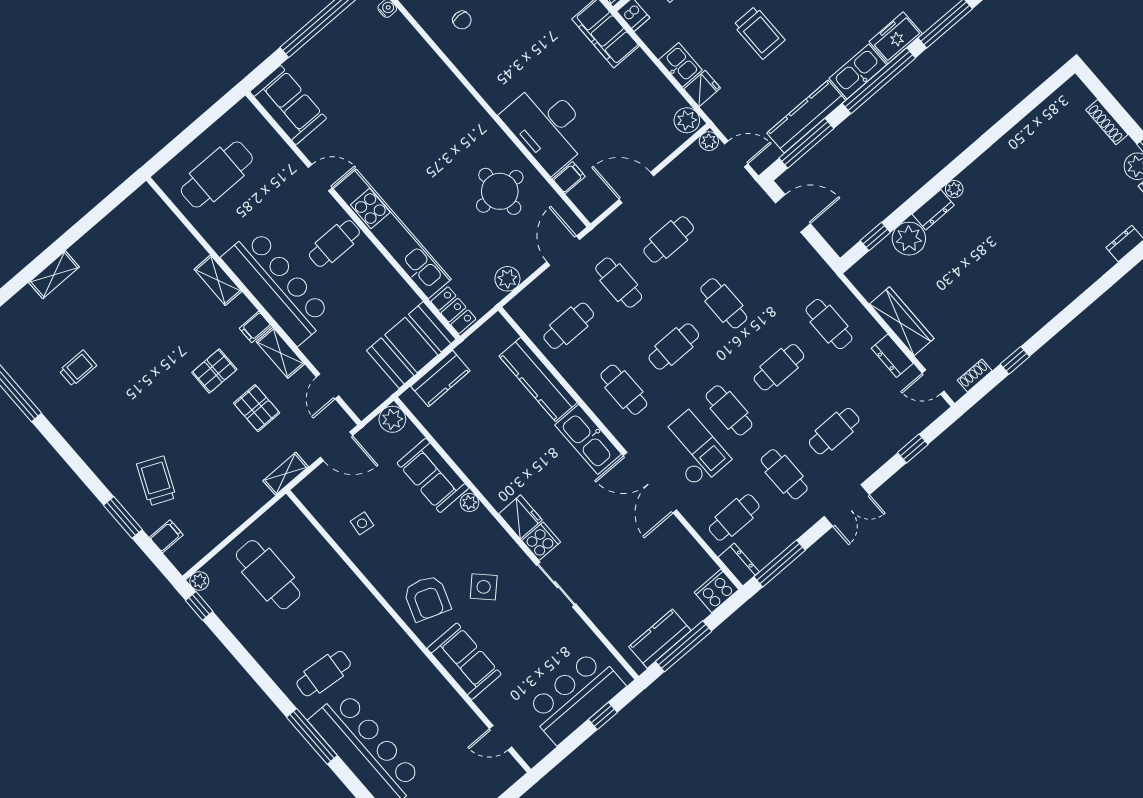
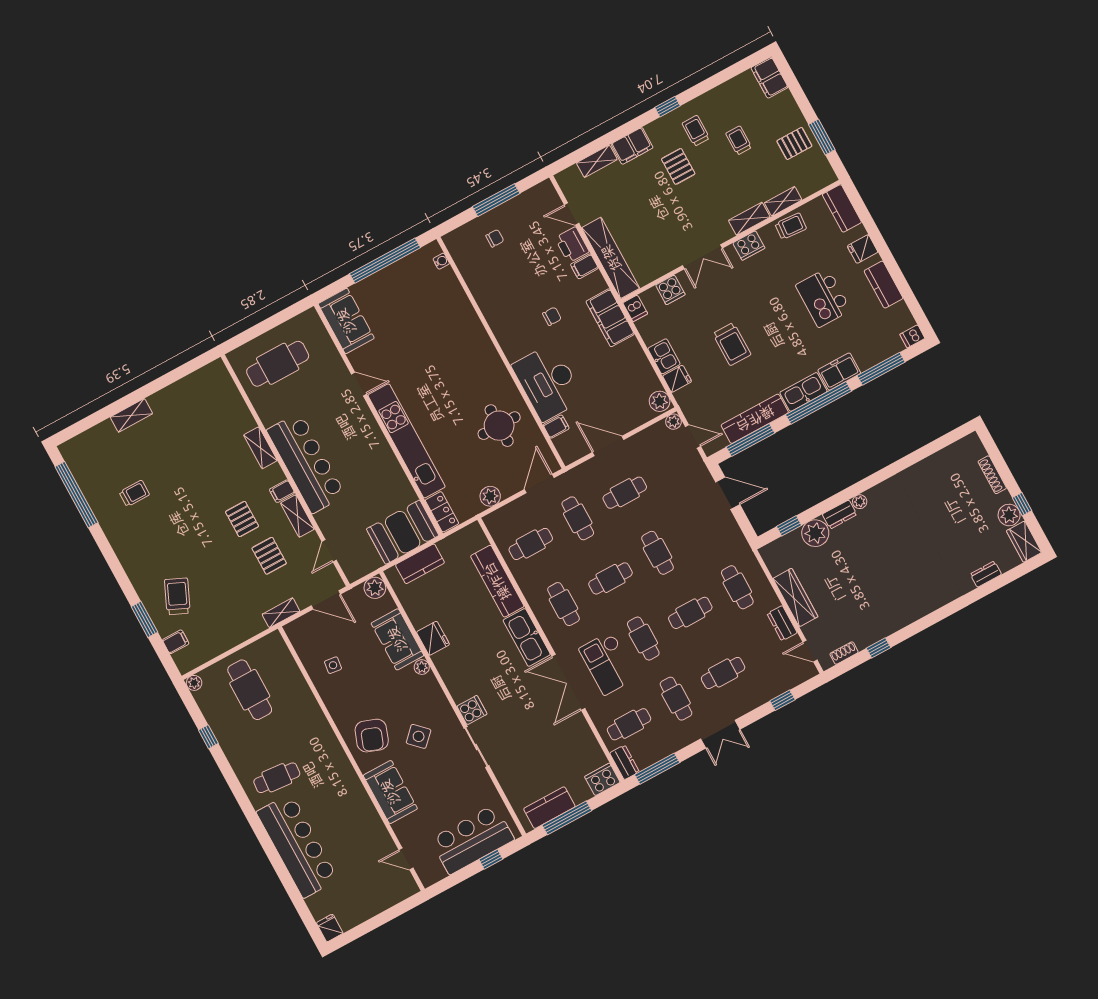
chair: (462, 20) -> (552, 316), moved, turned -90
cafe table: (334, 244) -> (359, 439), removed
pallet: (214, 371) -> (242, 519), turned 90
checkout: (693, 449) -> (608, 663), turned 180
fridge: (520, 517) -> (433, 638), moved
window: (199, 606) -> (208, 737), moved
window: (312, 736) -> (257, 826), removed

